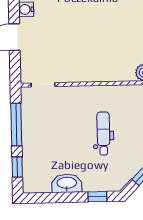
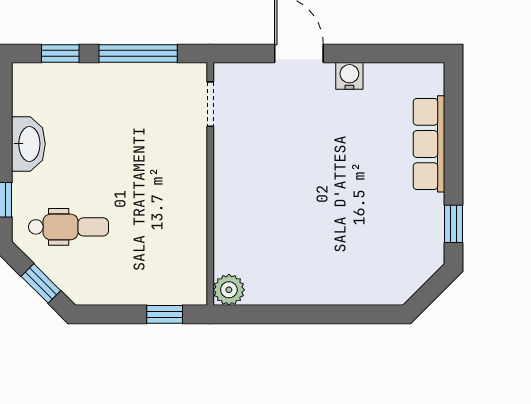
dental chair: (103, 134) -> (69, 227), moved

